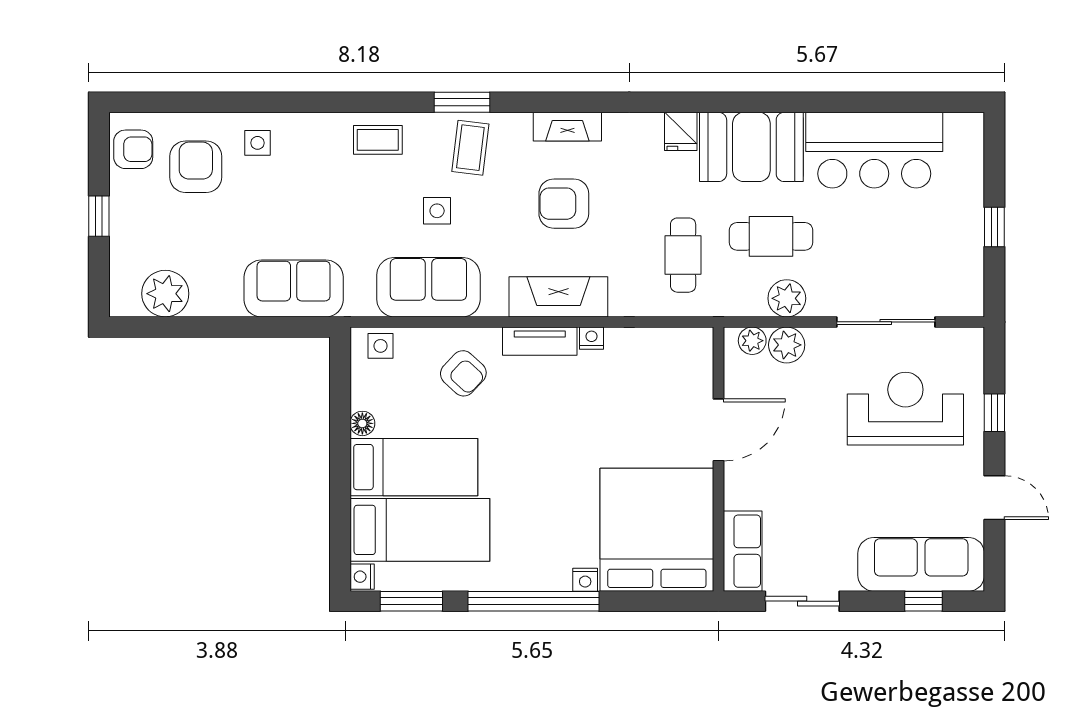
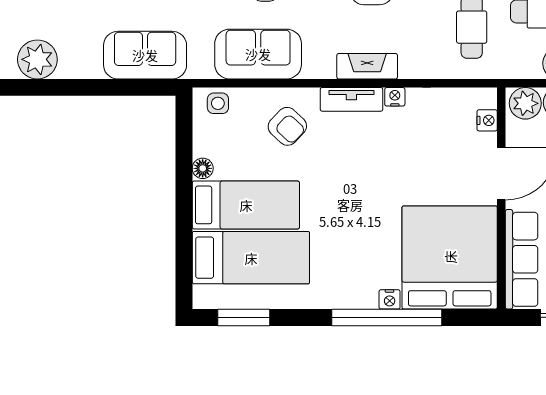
fireplace: (558, 297) -> (367, 66), width x0.73, depth x0.76
plant: (752, 341) -> (525, 103), width x1.38, depth x1.38
row of seats: (743, 551) -> (522, 259), width x1.48
nightstand: (362, 577) -> (487, 120), moved, turned 180
window: (533, 601) -> (387, 317), moved

